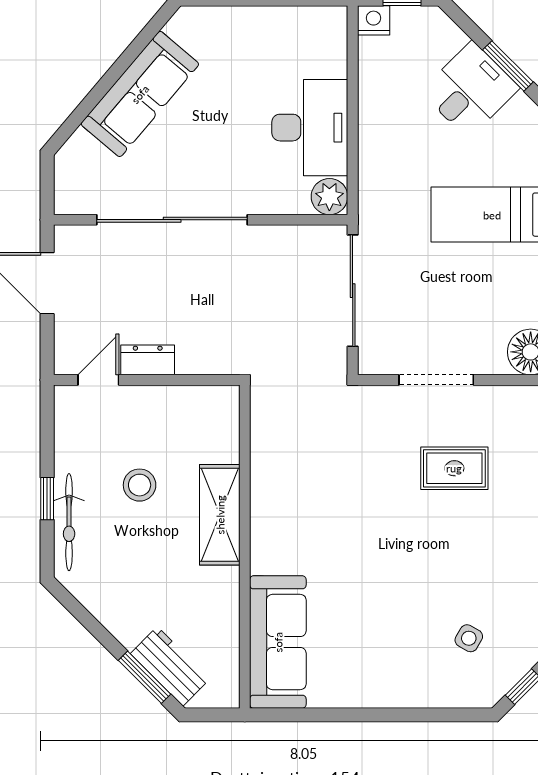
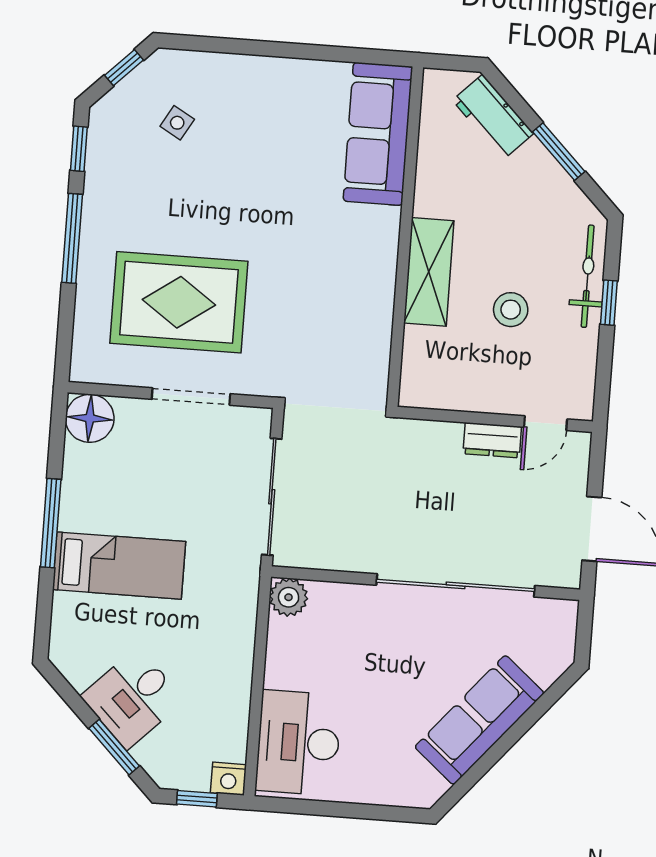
window: (508, 66) -> (114, 747), moved
desk: (310, 128) -> (298, 743), moved
rug: (454, 468) -> (179, 302), width x1.86, depth x2.06
window: (144, 677) -> (559, 152), moved

